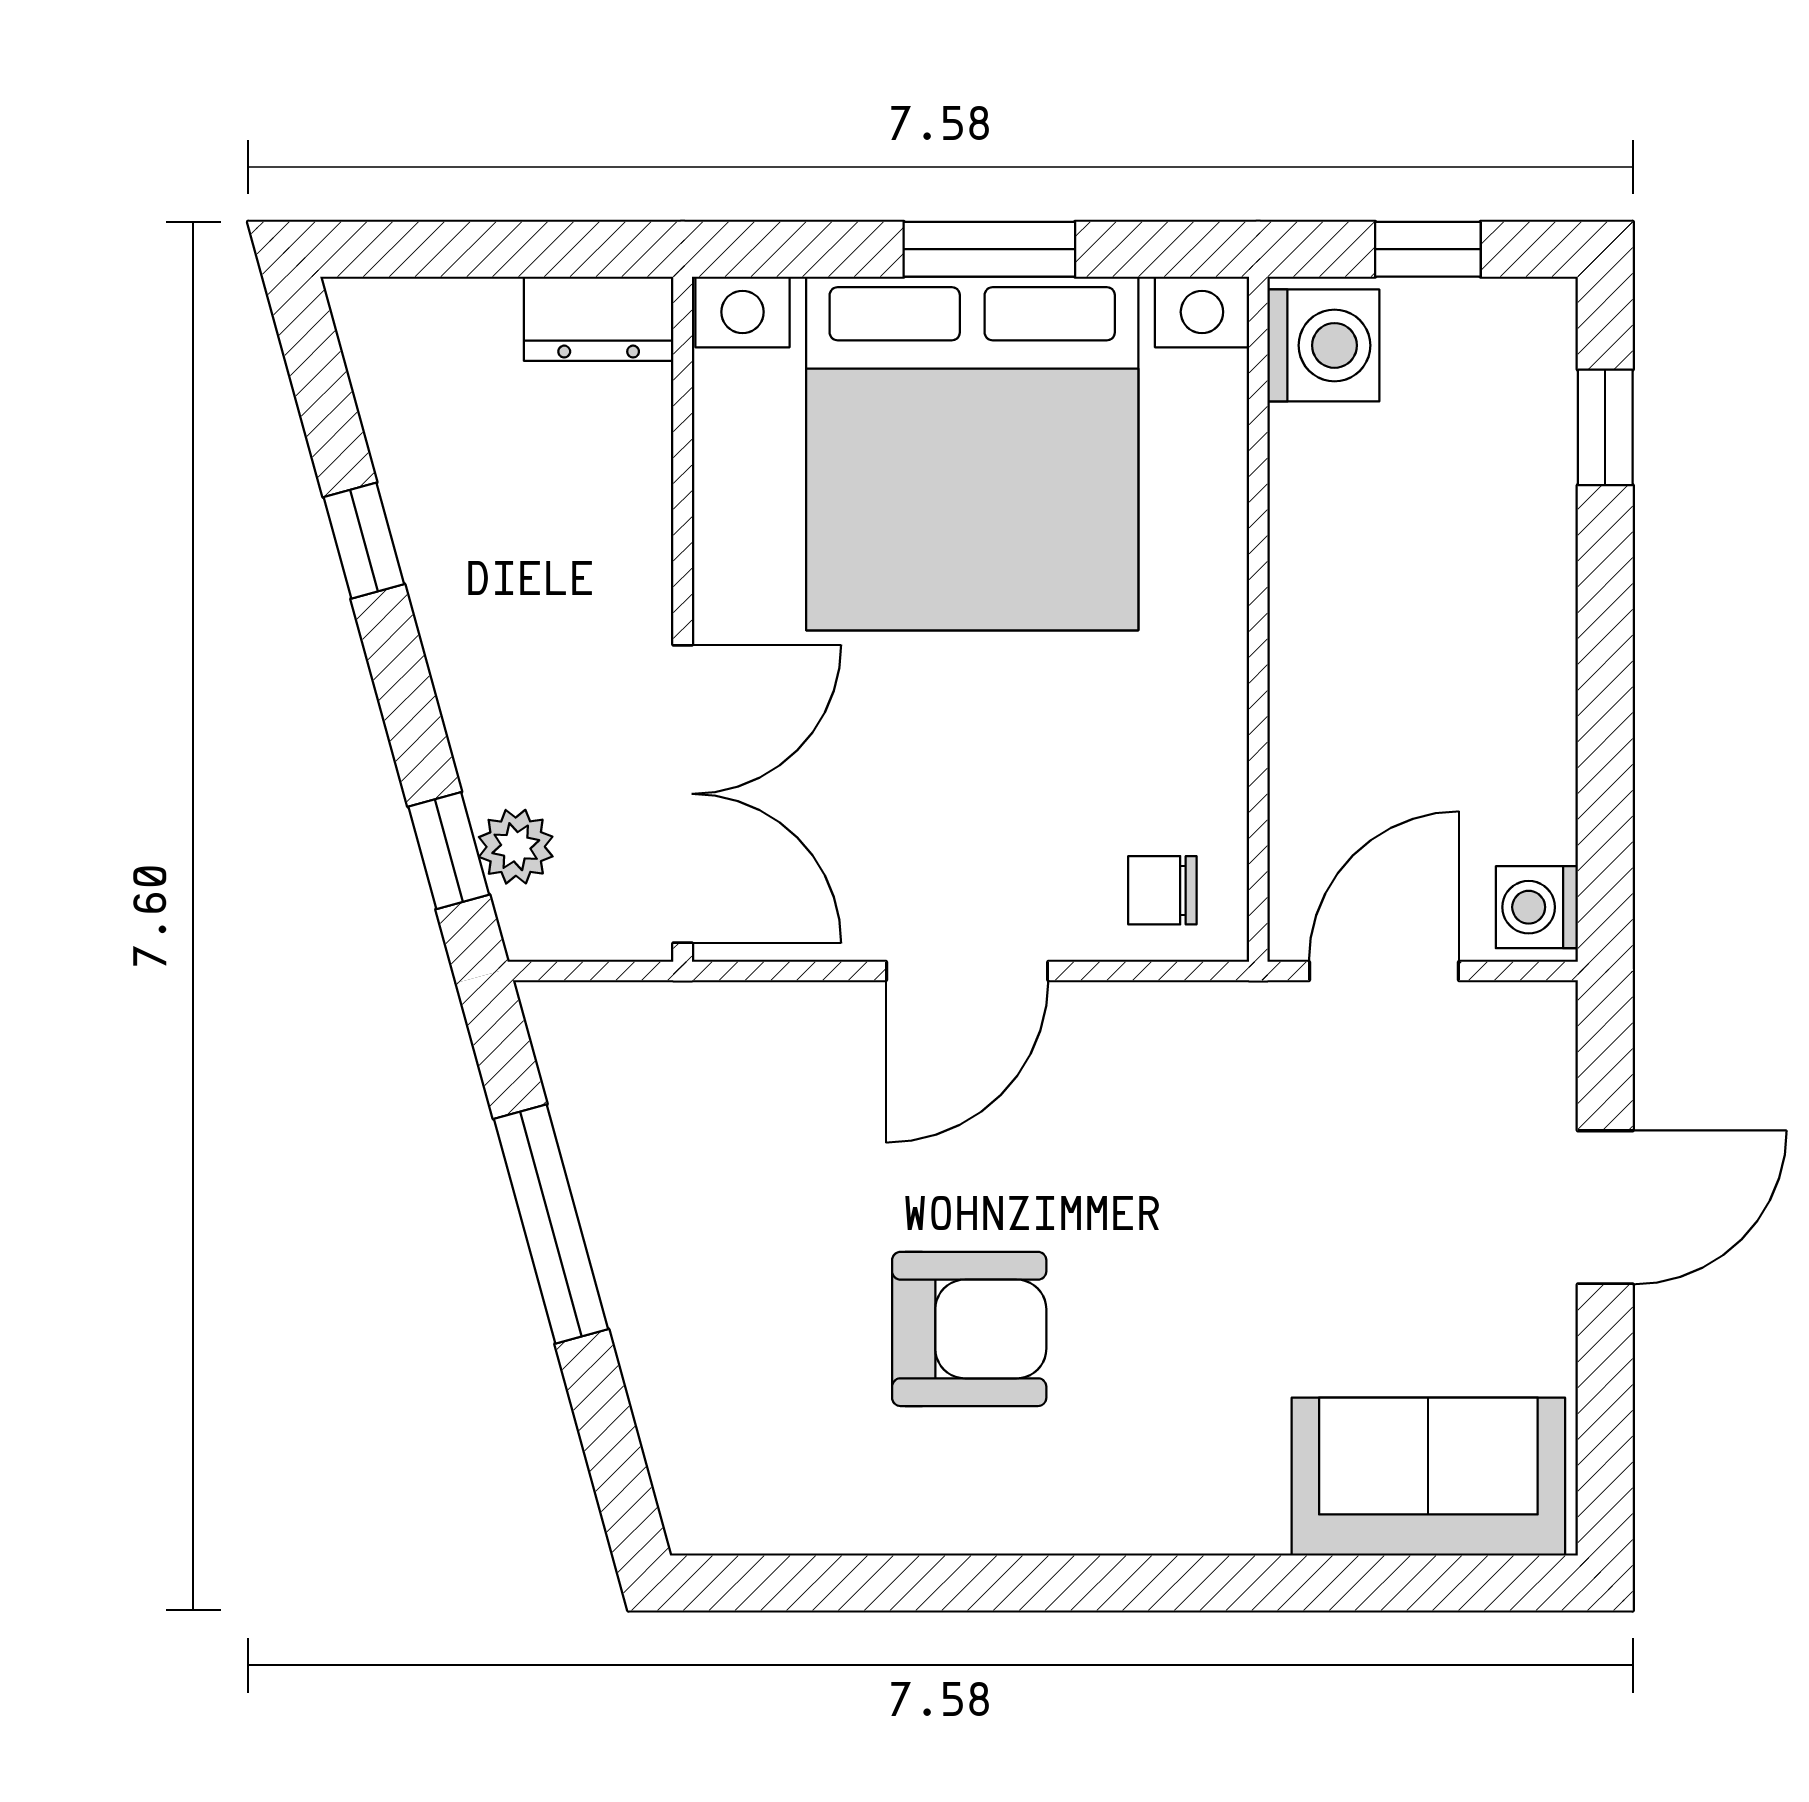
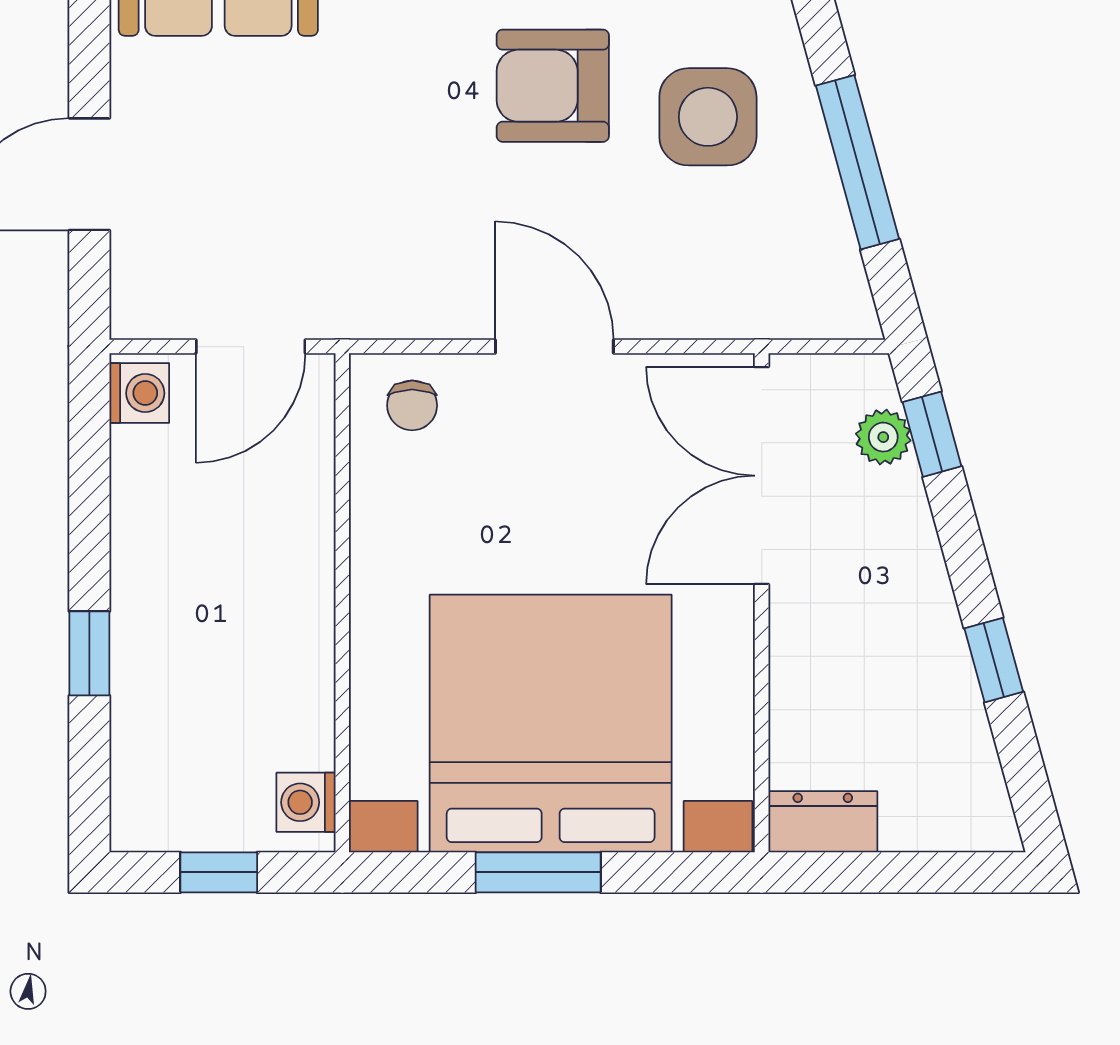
washing machine: (1323, 345) -> (306, 802), width x0.73, depth x0.73
window: (1605, 427) -> (89, 653), moved
chair: (1162, 890) -> (412, 405), turned 90
door: (967, 971) -> (554, 347), hinge flipped
side table: (756, 1286) -> (708, 117), added

